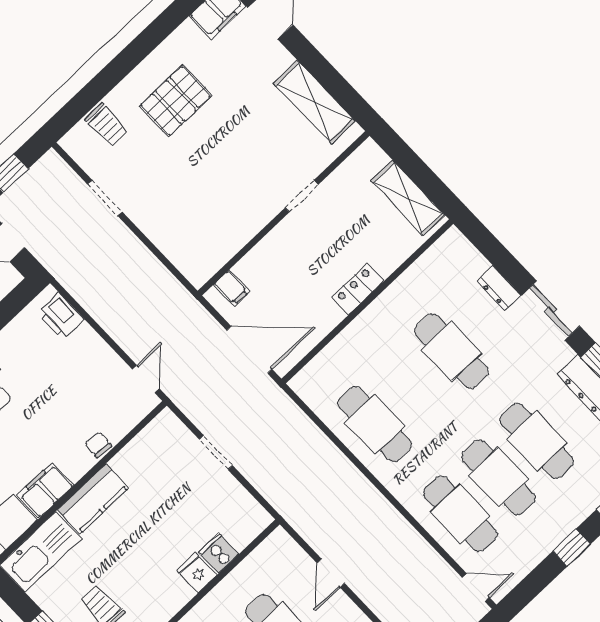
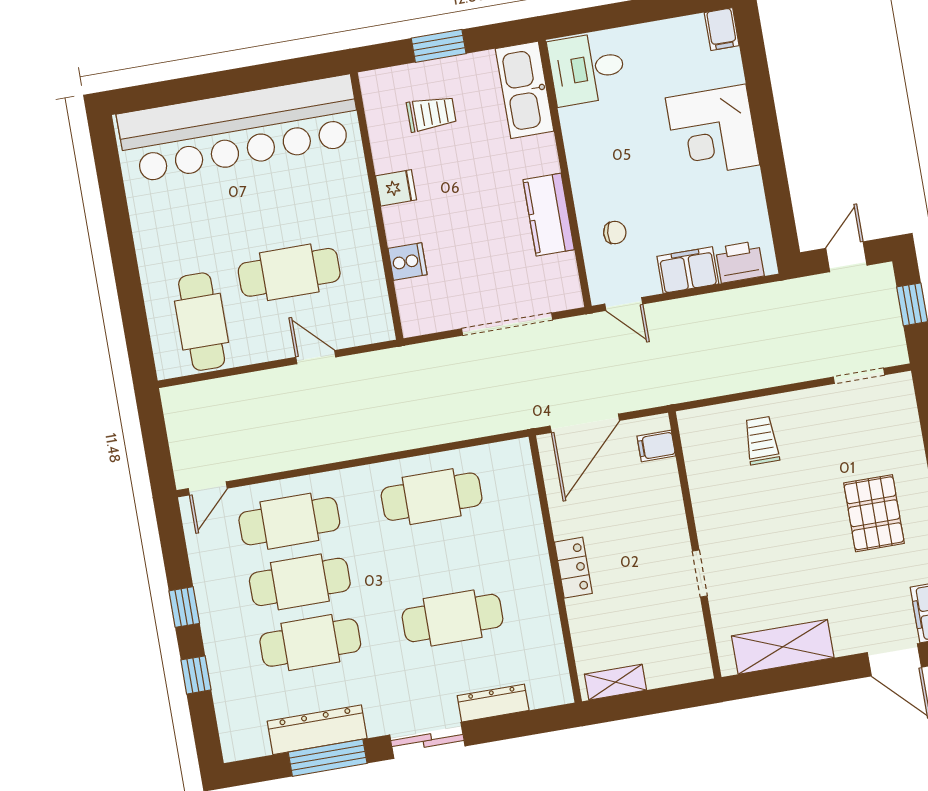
trolley: (106, 125) -> (761, 441), moved, turned 90
doorway: (105, 198) -> (859, 376), moved
shelving: (408, 198) -> (615, 682), width x0.67, depth x0.75
dresser: (499, 288) -> (493, 703), width x1.44
chair: (98, 445) -> (615, 233), moved
doorway: (216, 452) -> (507, 324), width x1.88
filing cabinet: (45, 490) -> (688, 270), moved, turned -90
kitchen counter: (93, 499) -> (549, 215), moved
fridge: (197, 573) -> (396, 188), moved

